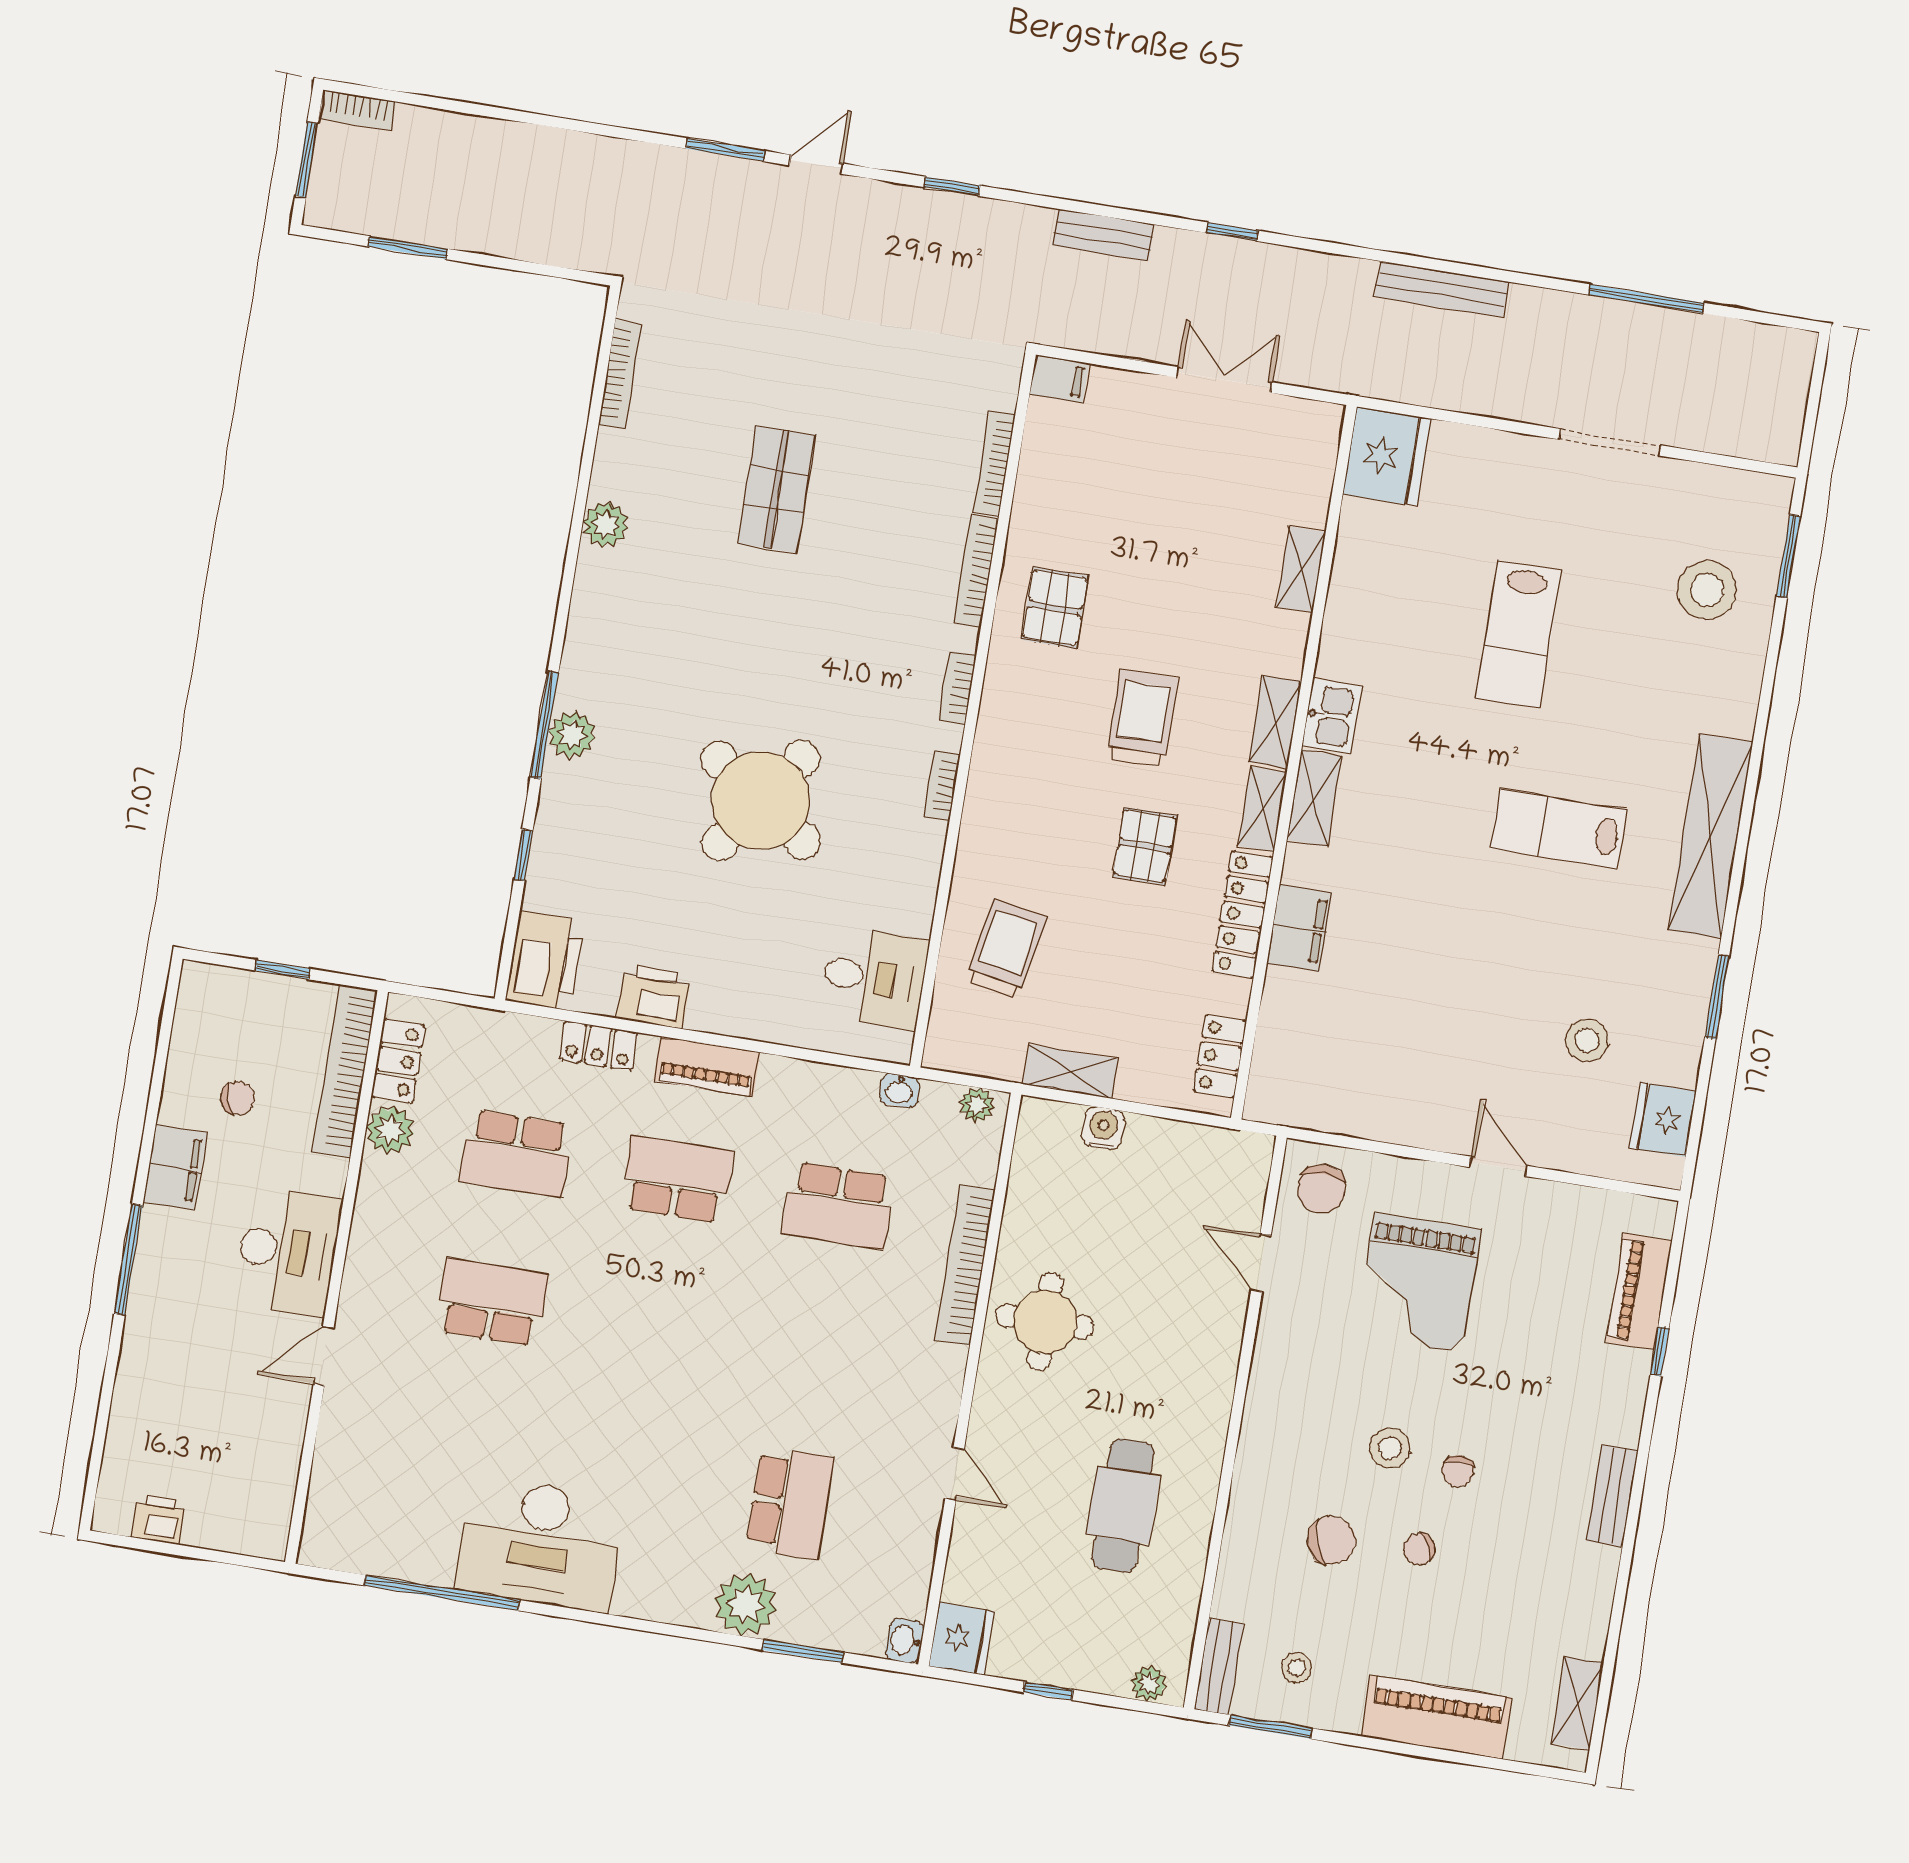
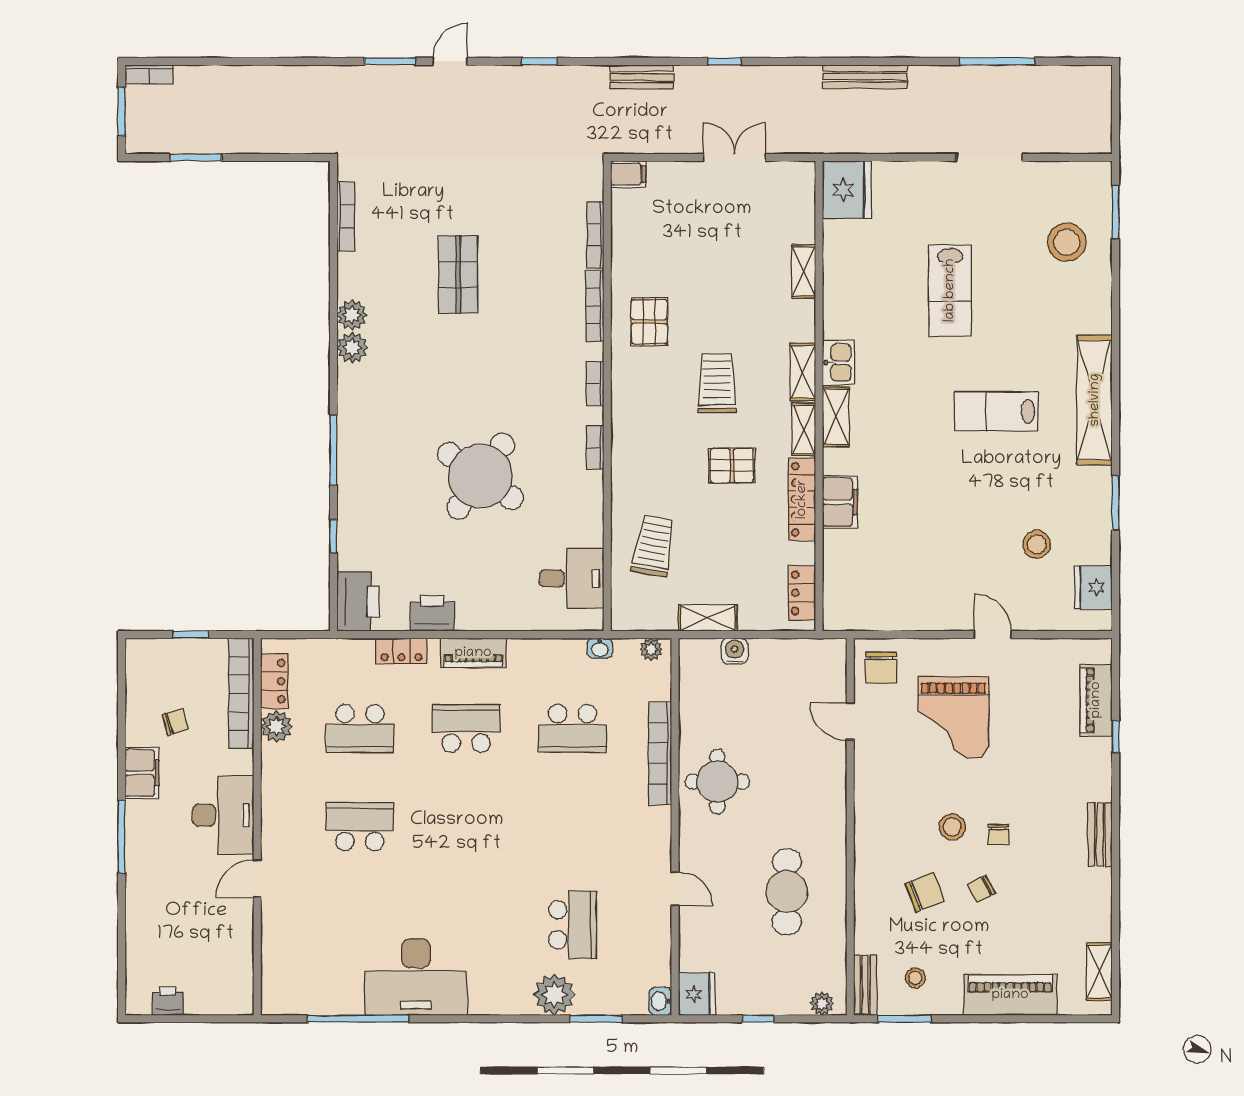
plant: (572, 735) -> (352, 348), moved
pallet: (1145, 846) -> (732, 465), turned 90

